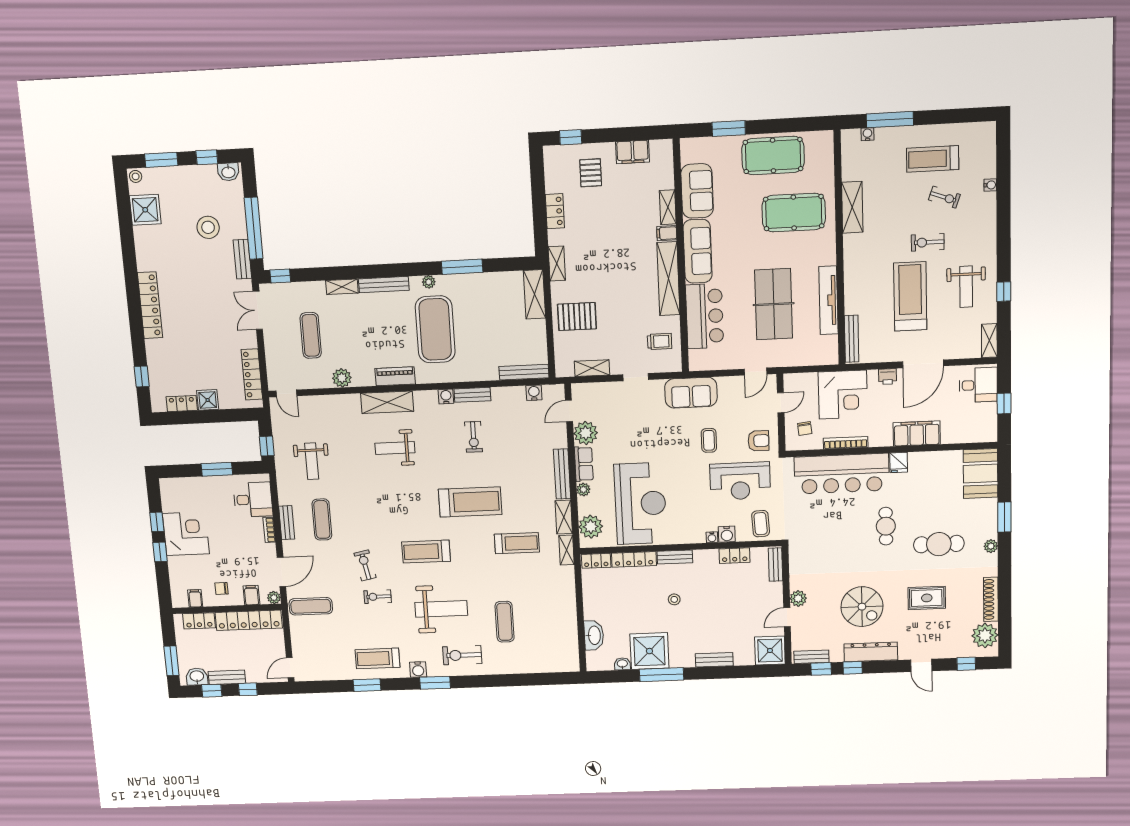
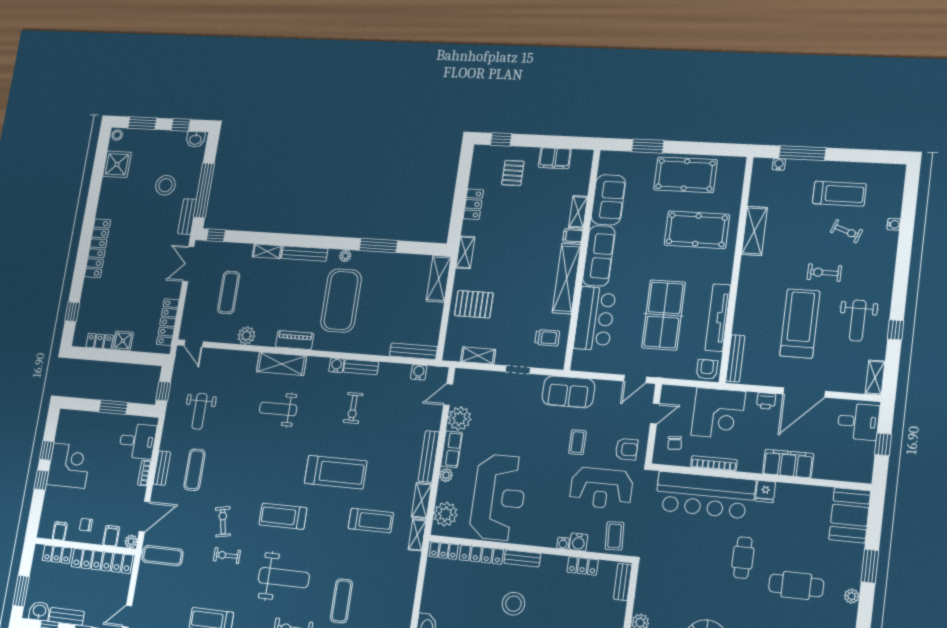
treadmill: (933, 159) -> (839, 194), turned 180
armchair: (825, 353) -> (707, 369), added
stool: (674, 599) -> (513, 604), width x1.89, depth x1.89

